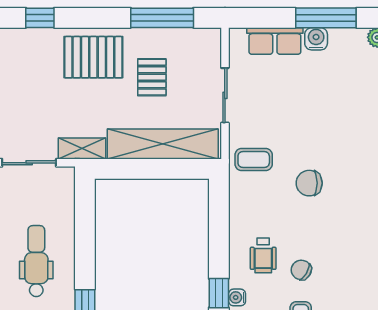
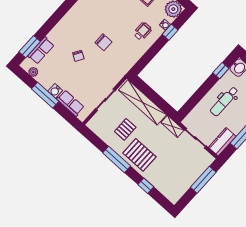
window: (162, 18) -> (117, 159), moved
coffee table: (254, 159) -> (115, 68), removed
chair: (301, 270) -> (78, 56), moved

